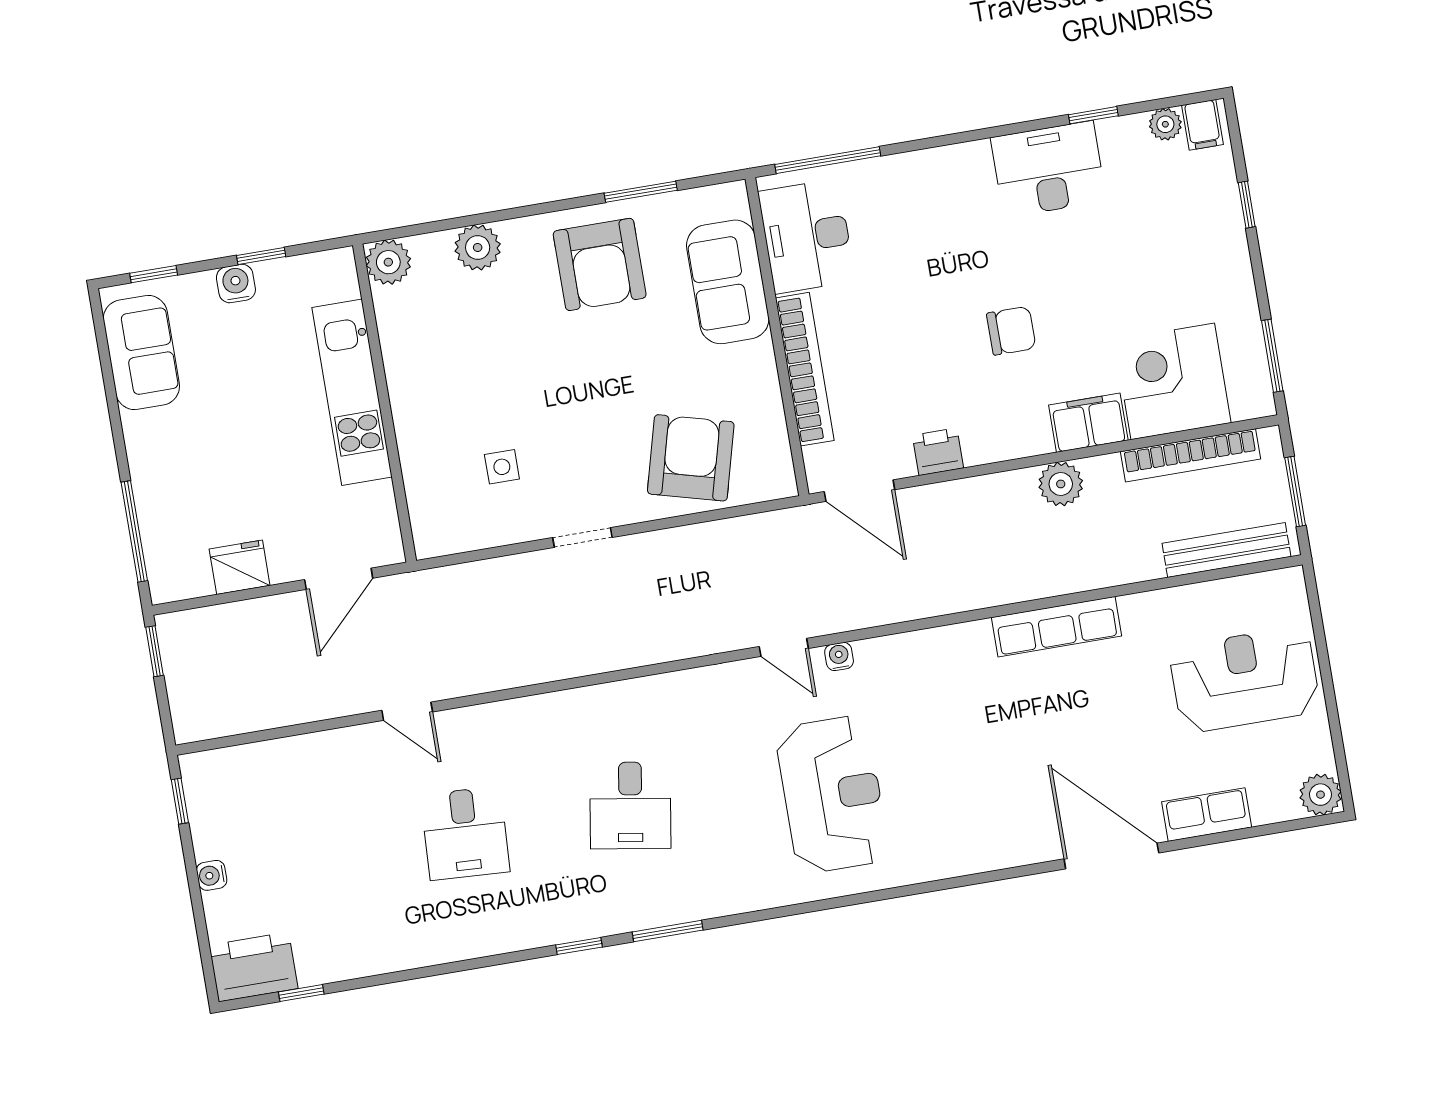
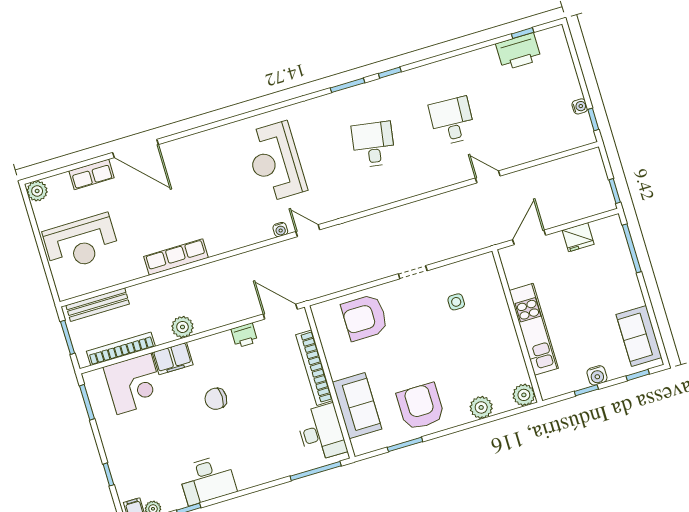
armchair: (691, 458) -> (365, 318), turned 75
water cooler: (212, 875) -> (580, 106), moved
printer: (254, 967) -> (518, 52), moved

